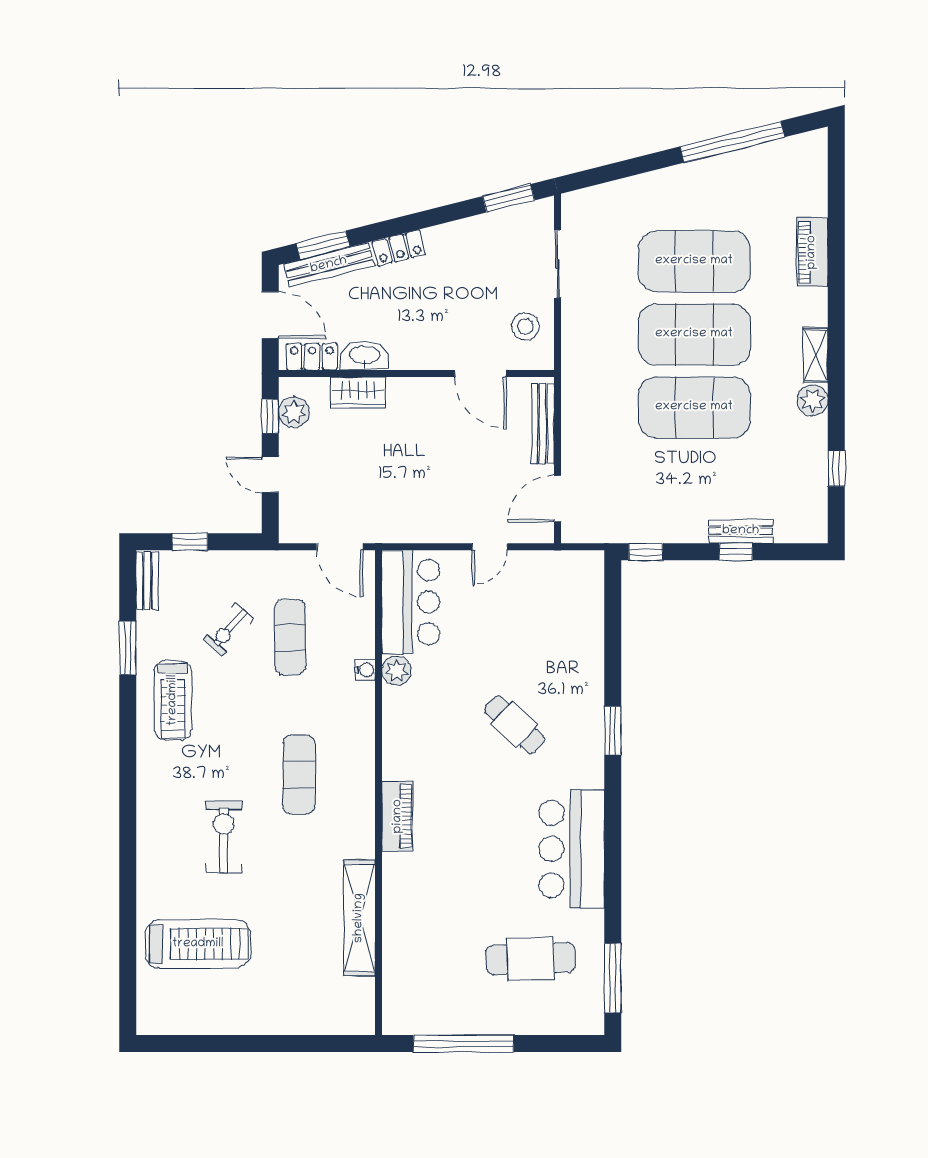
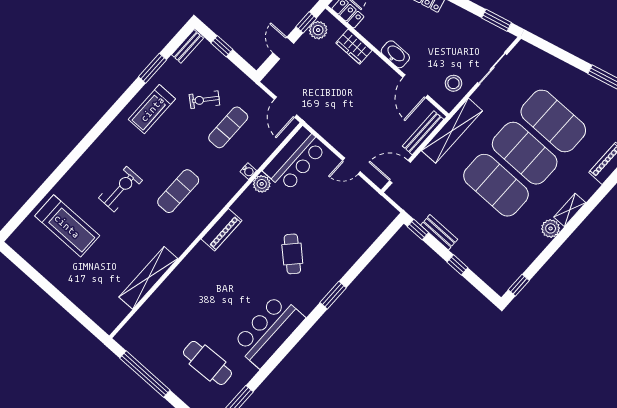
washbasin: (364, 356) -> (395, 54), moved
shelving: (577, 388) -> (452, 131), added
window: (836, 468) -> (519, 285), moved
bench: (741, 531) -> (439, 232), moved
piano: (398, 816) -> (221, 230), moved

